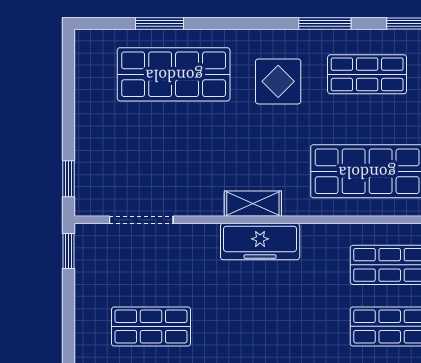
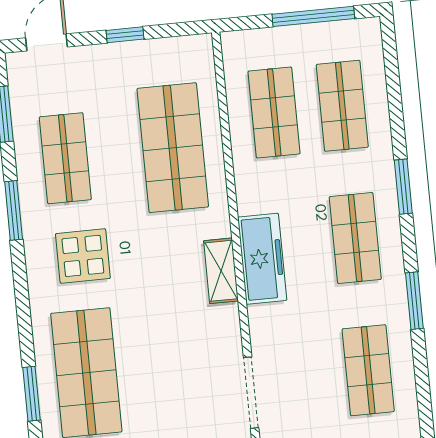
shop shelf: (270, 326) -> (355, 238), added

